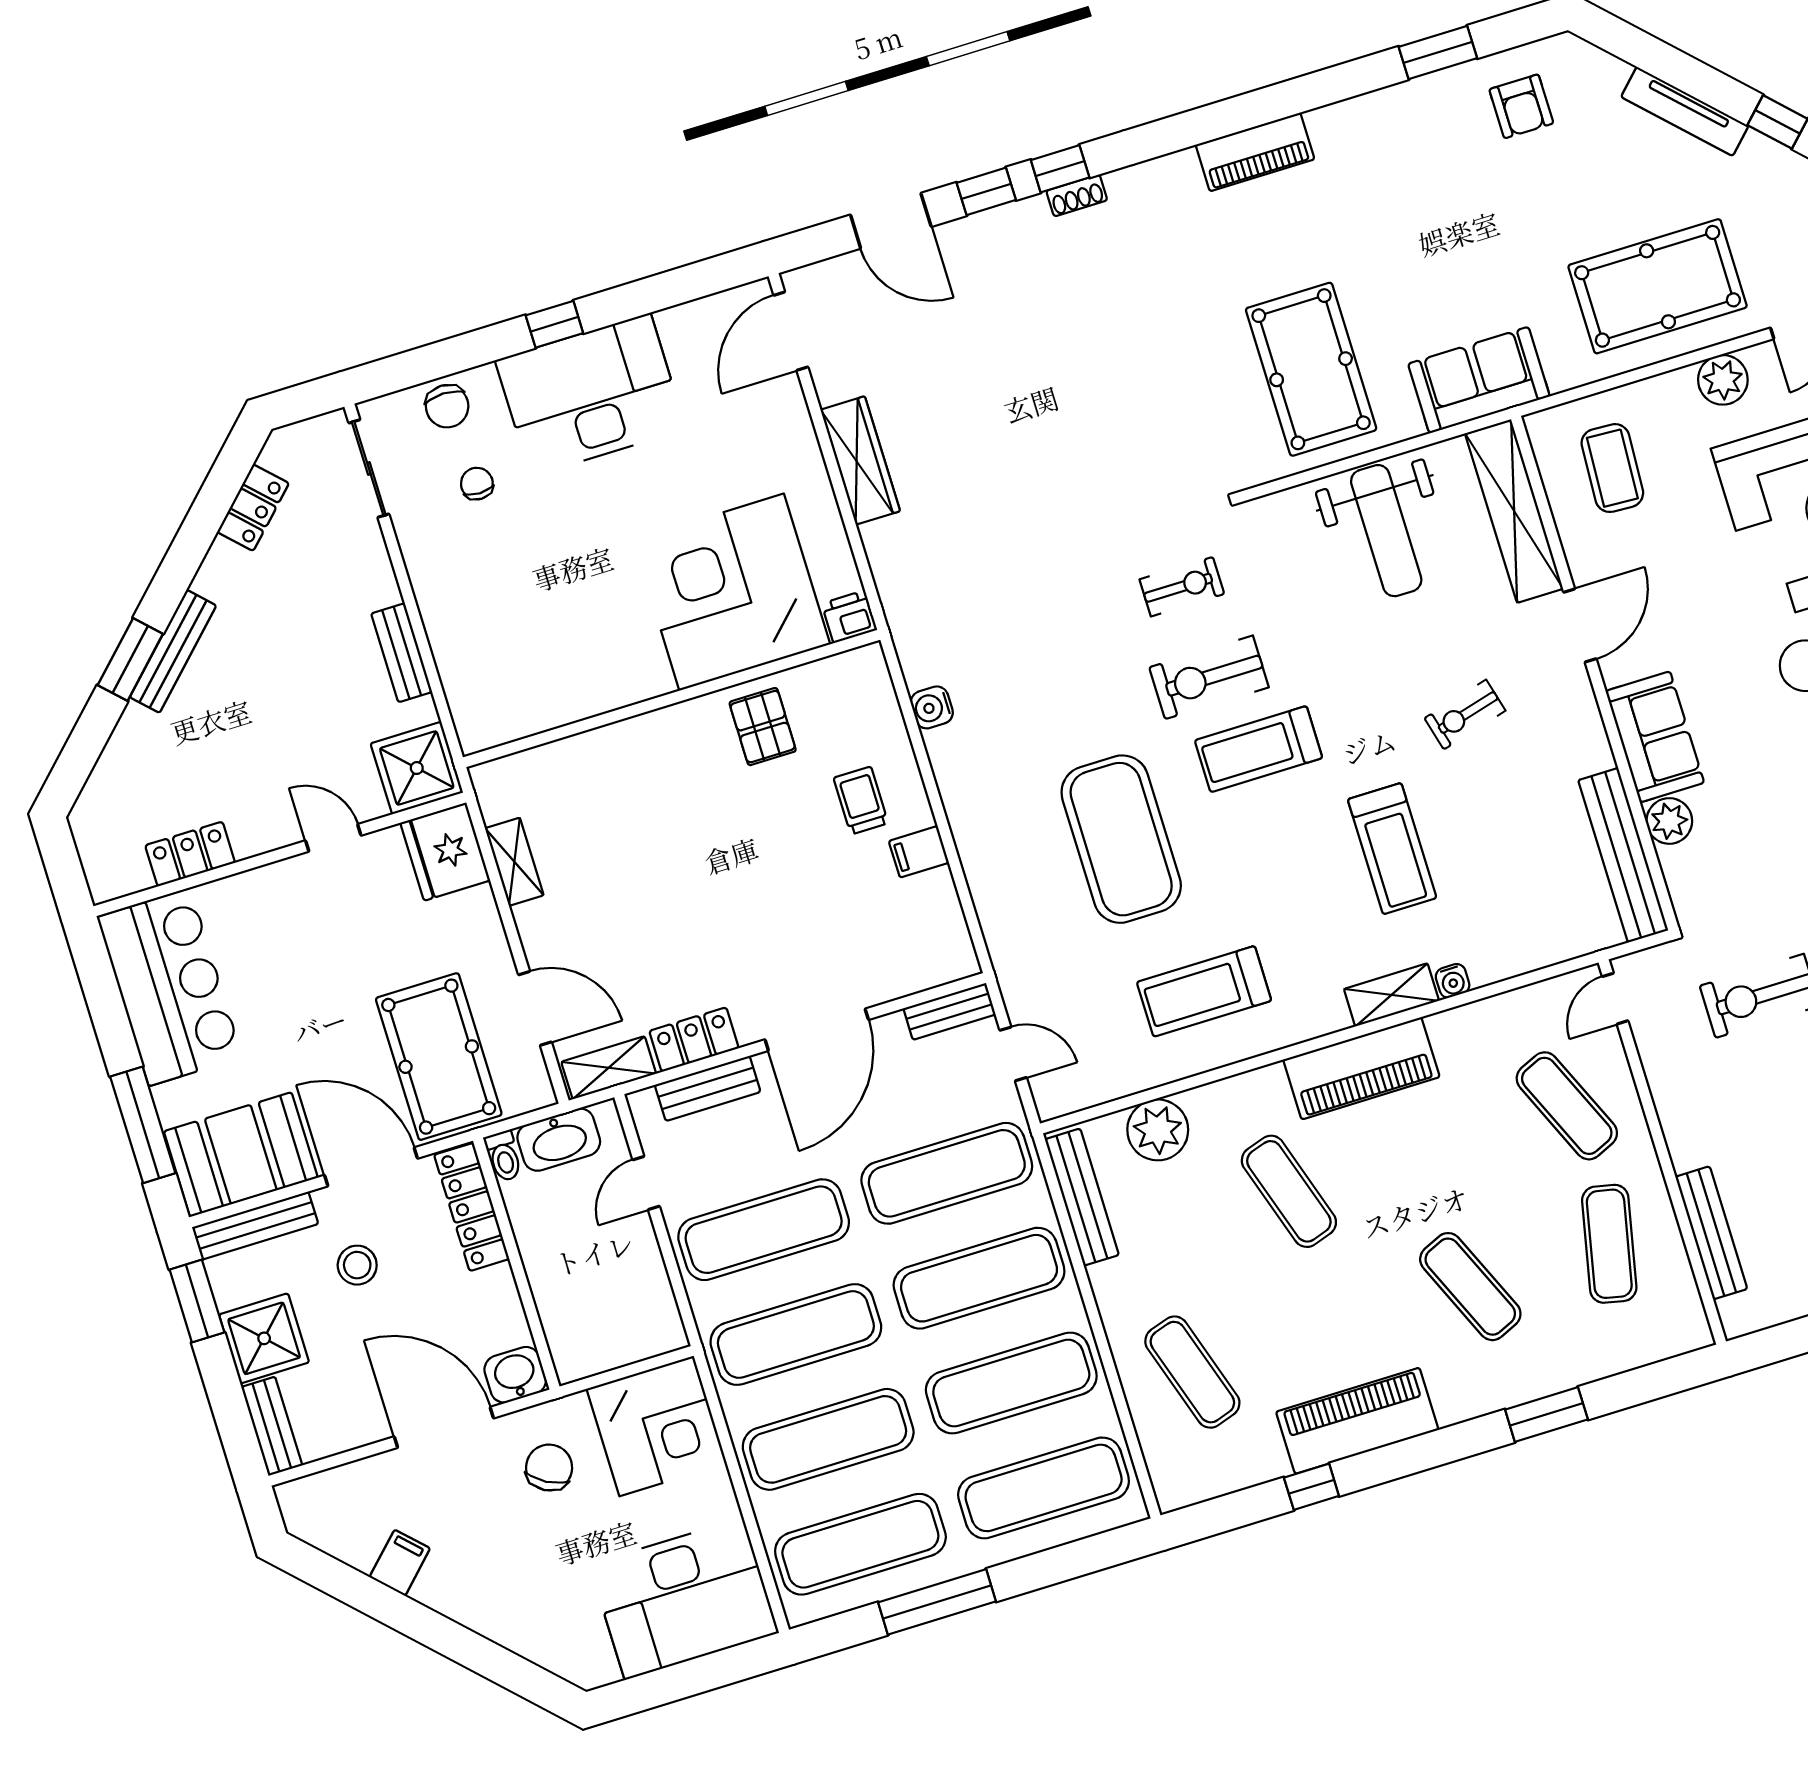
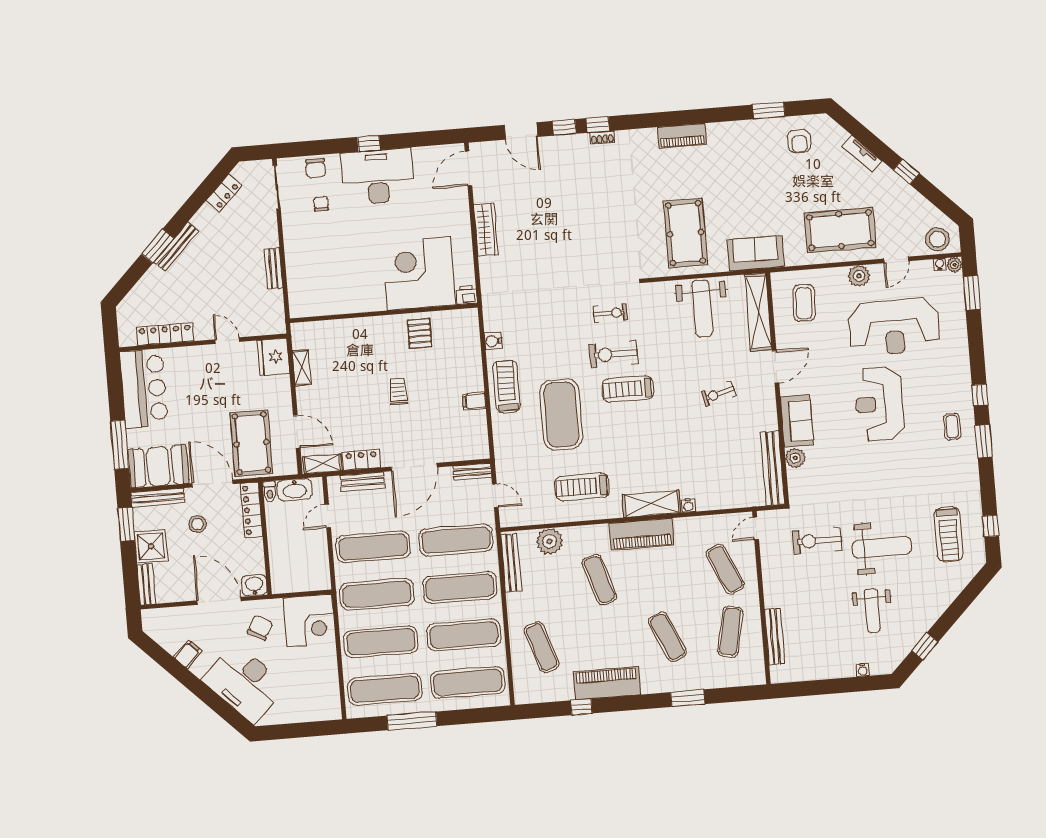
tv unit: (1685, 111) -> (862, 153), width x0.71
shower: (417, 768) -> (269, 319), removed
trolley: (861, 800) -> (398, 391), moved
treadmill: (1392, 849) -> (506, 386), moved, turned 180
locker: (190, 854) -> (165, 334), width x1.53
shelving: (1391, 995) -> (651, 504), width x1.50, depth x1.33
desk: (684, 1599) -> (244, 683), moved, turned 45

